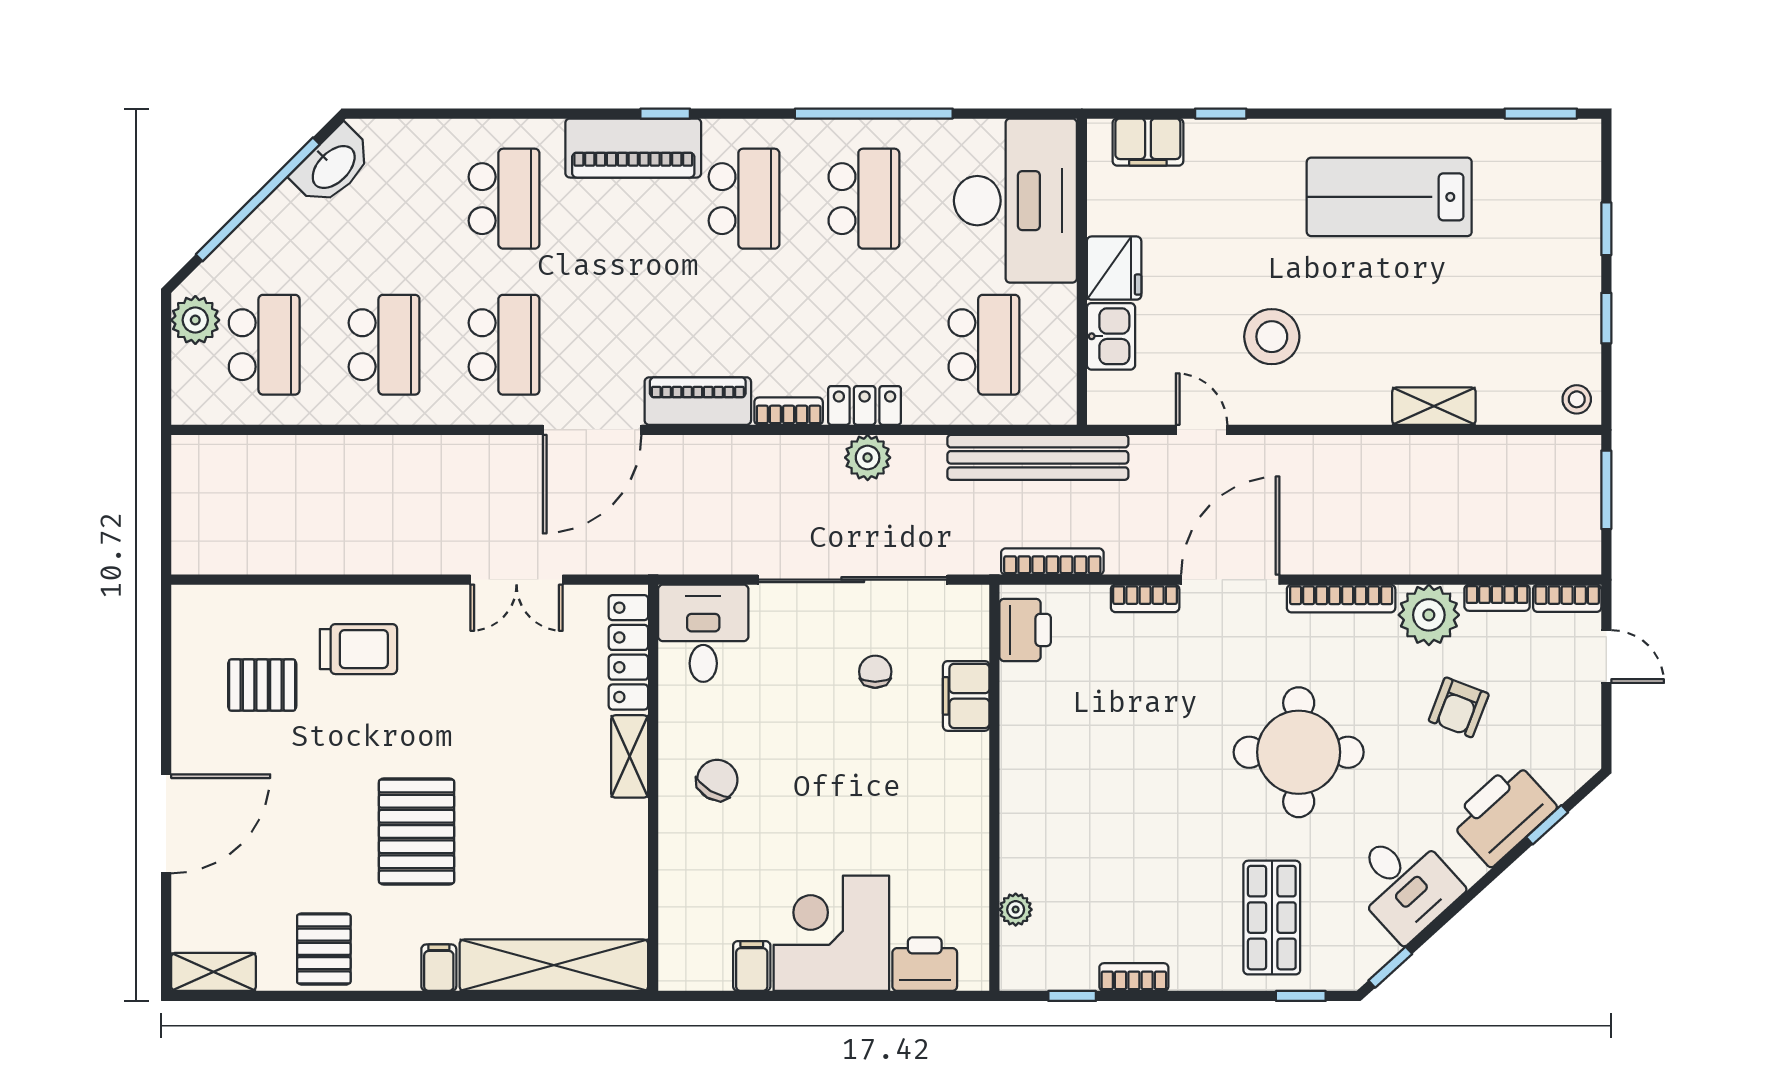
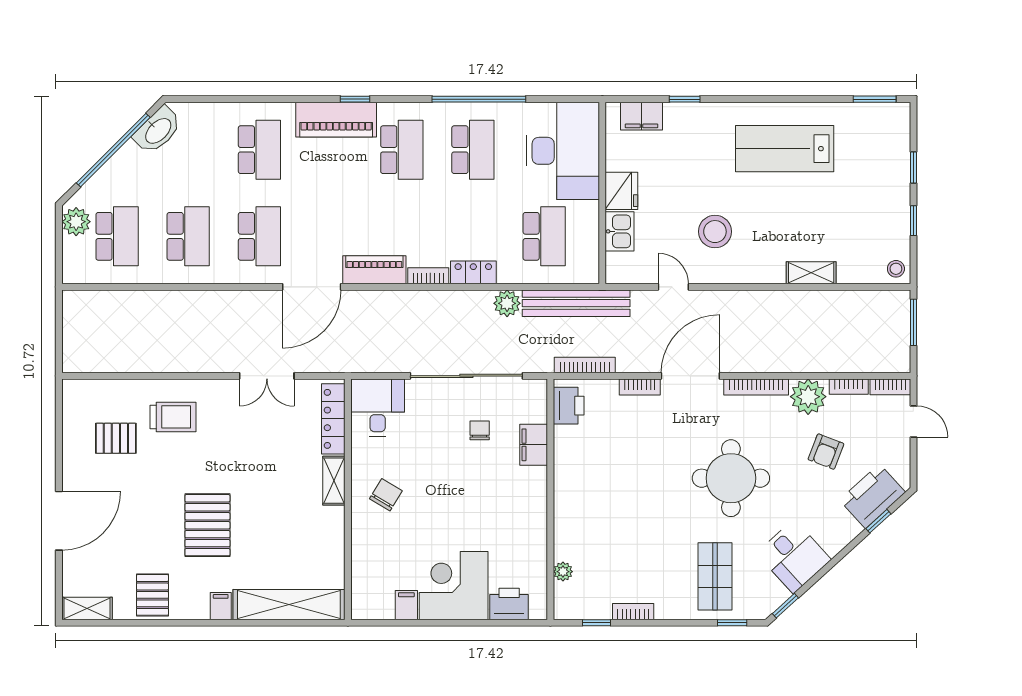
plant: (868, 458) -> (507, 303), moved
printer: (1503, 814) -> (872, 496), moved

